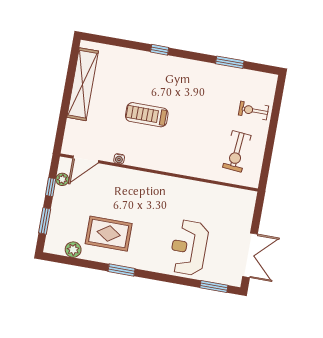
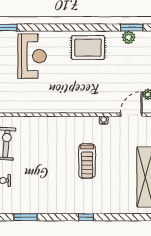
treadmill: (147, 115) -> (87, 161), turned 90
rug: (109, 234) -> (88, 48), moved
window: (121, 270) -> (132, 28), moved

